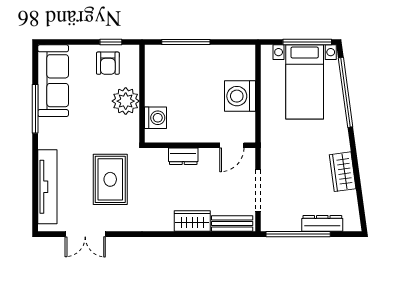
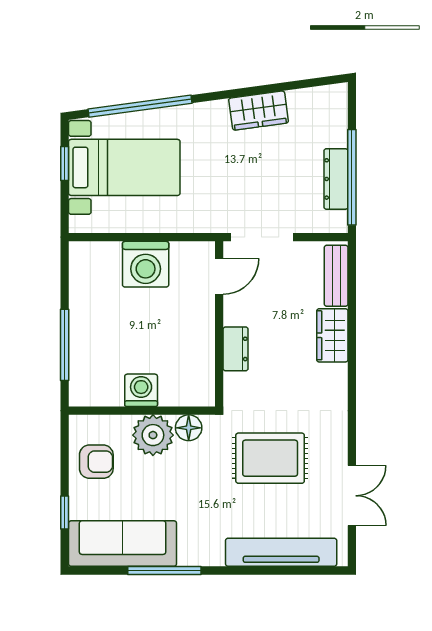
window: (111, 42) -> (65, 513), moved
window: (307, 42) -> (65, 163), width x0.46
washing machine: (156, 118) -> (141, 390), moved
floor lamp: (131, 125) -> (189, 428), added
door: (232, 145) -> (219, 276), hinge flipped
doorway: (258, 190) -> (262, 237), moved
dresser: (322, 223) -> (336, 179), moved

